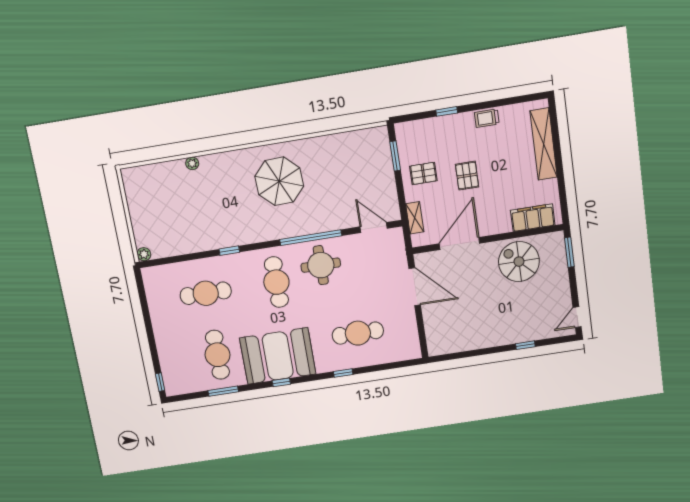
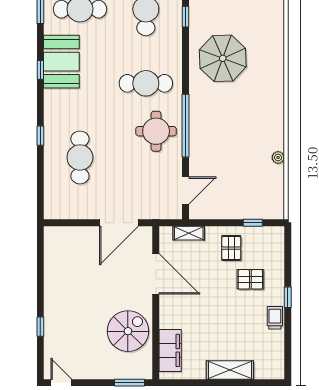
window: (447, 111) -> (288, 297), moved
shelving: (544, 144) -> (230, 370), width x0.68
window: (395, 156) -> (253, 223), width x0.67
plant: (192, 163) -> (278, 158), moved
pallet: (467, 176) -> (250, 279), moved
parasol: (279, 181) -> (223, 58), moved
window: (229, 251) -> (185, 17), moved
booth: (278, 356) -> (61, 62), width x0.73, depth x0.70

